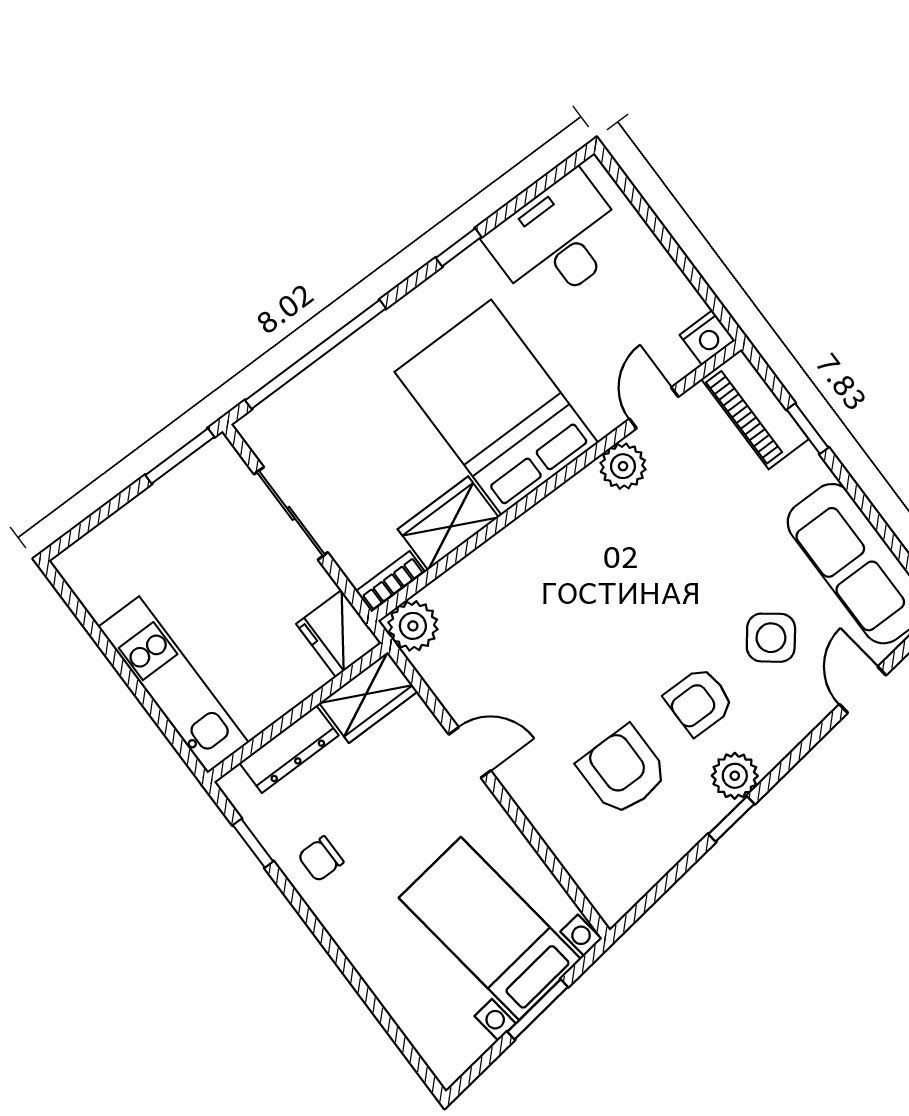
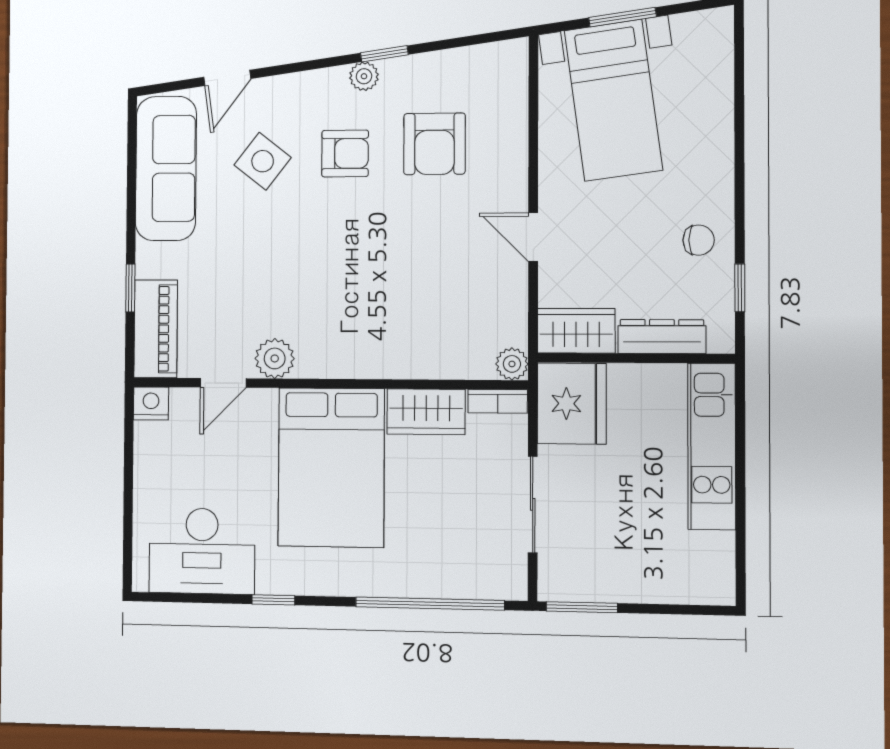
plant: (413, 626) -> (512, 364), width x0.73, depth x0.73
fridge: (339, 633) -> (572, 404), width x1.36, depth x1.34
plant: (735, 776) -> (364, 76), width x0.73, depth x0.73

